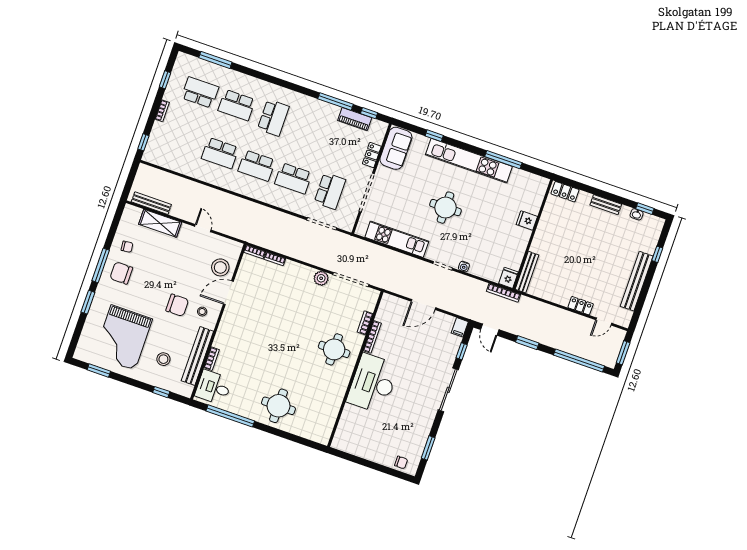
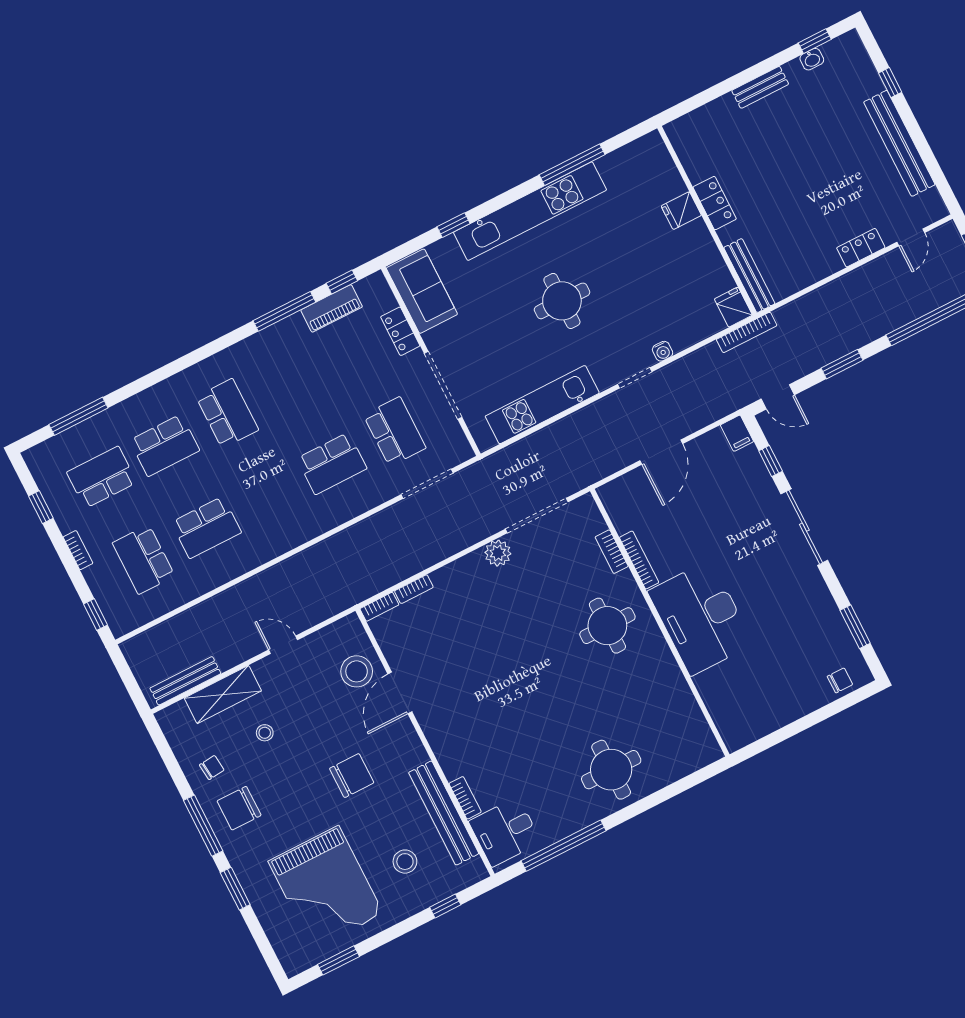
school desk: (257, 166) -> (144, 559), moved, turned 90
locker: (565, 192) -> (715, 203), moved, turned -90
stool: (202, 312) -> (265, 733), moved

